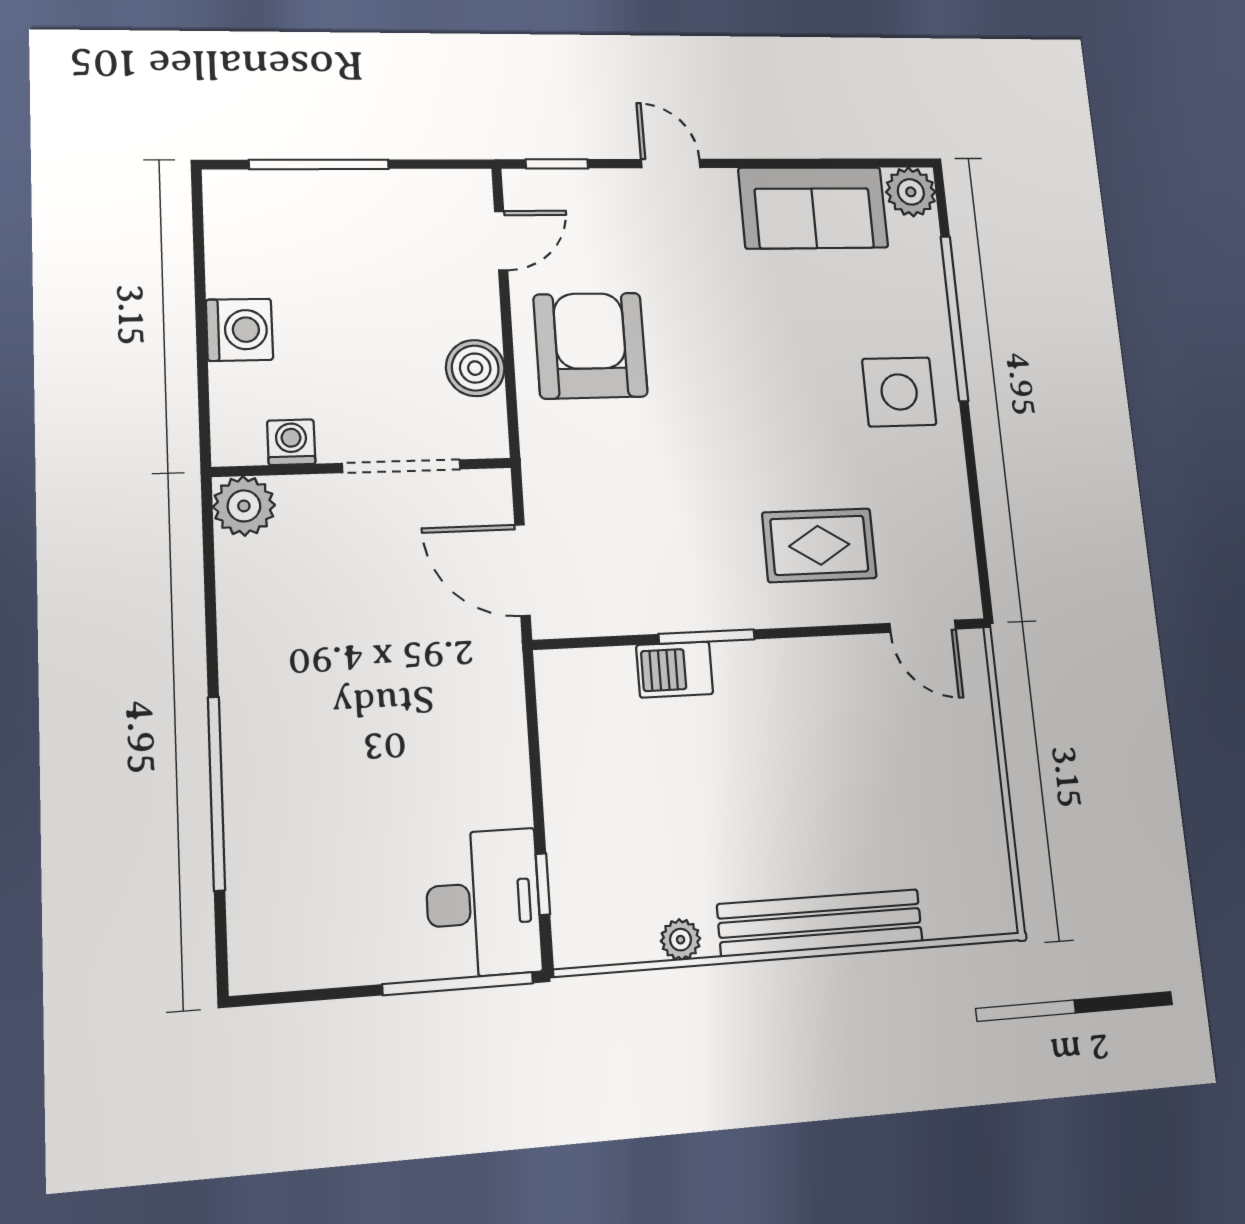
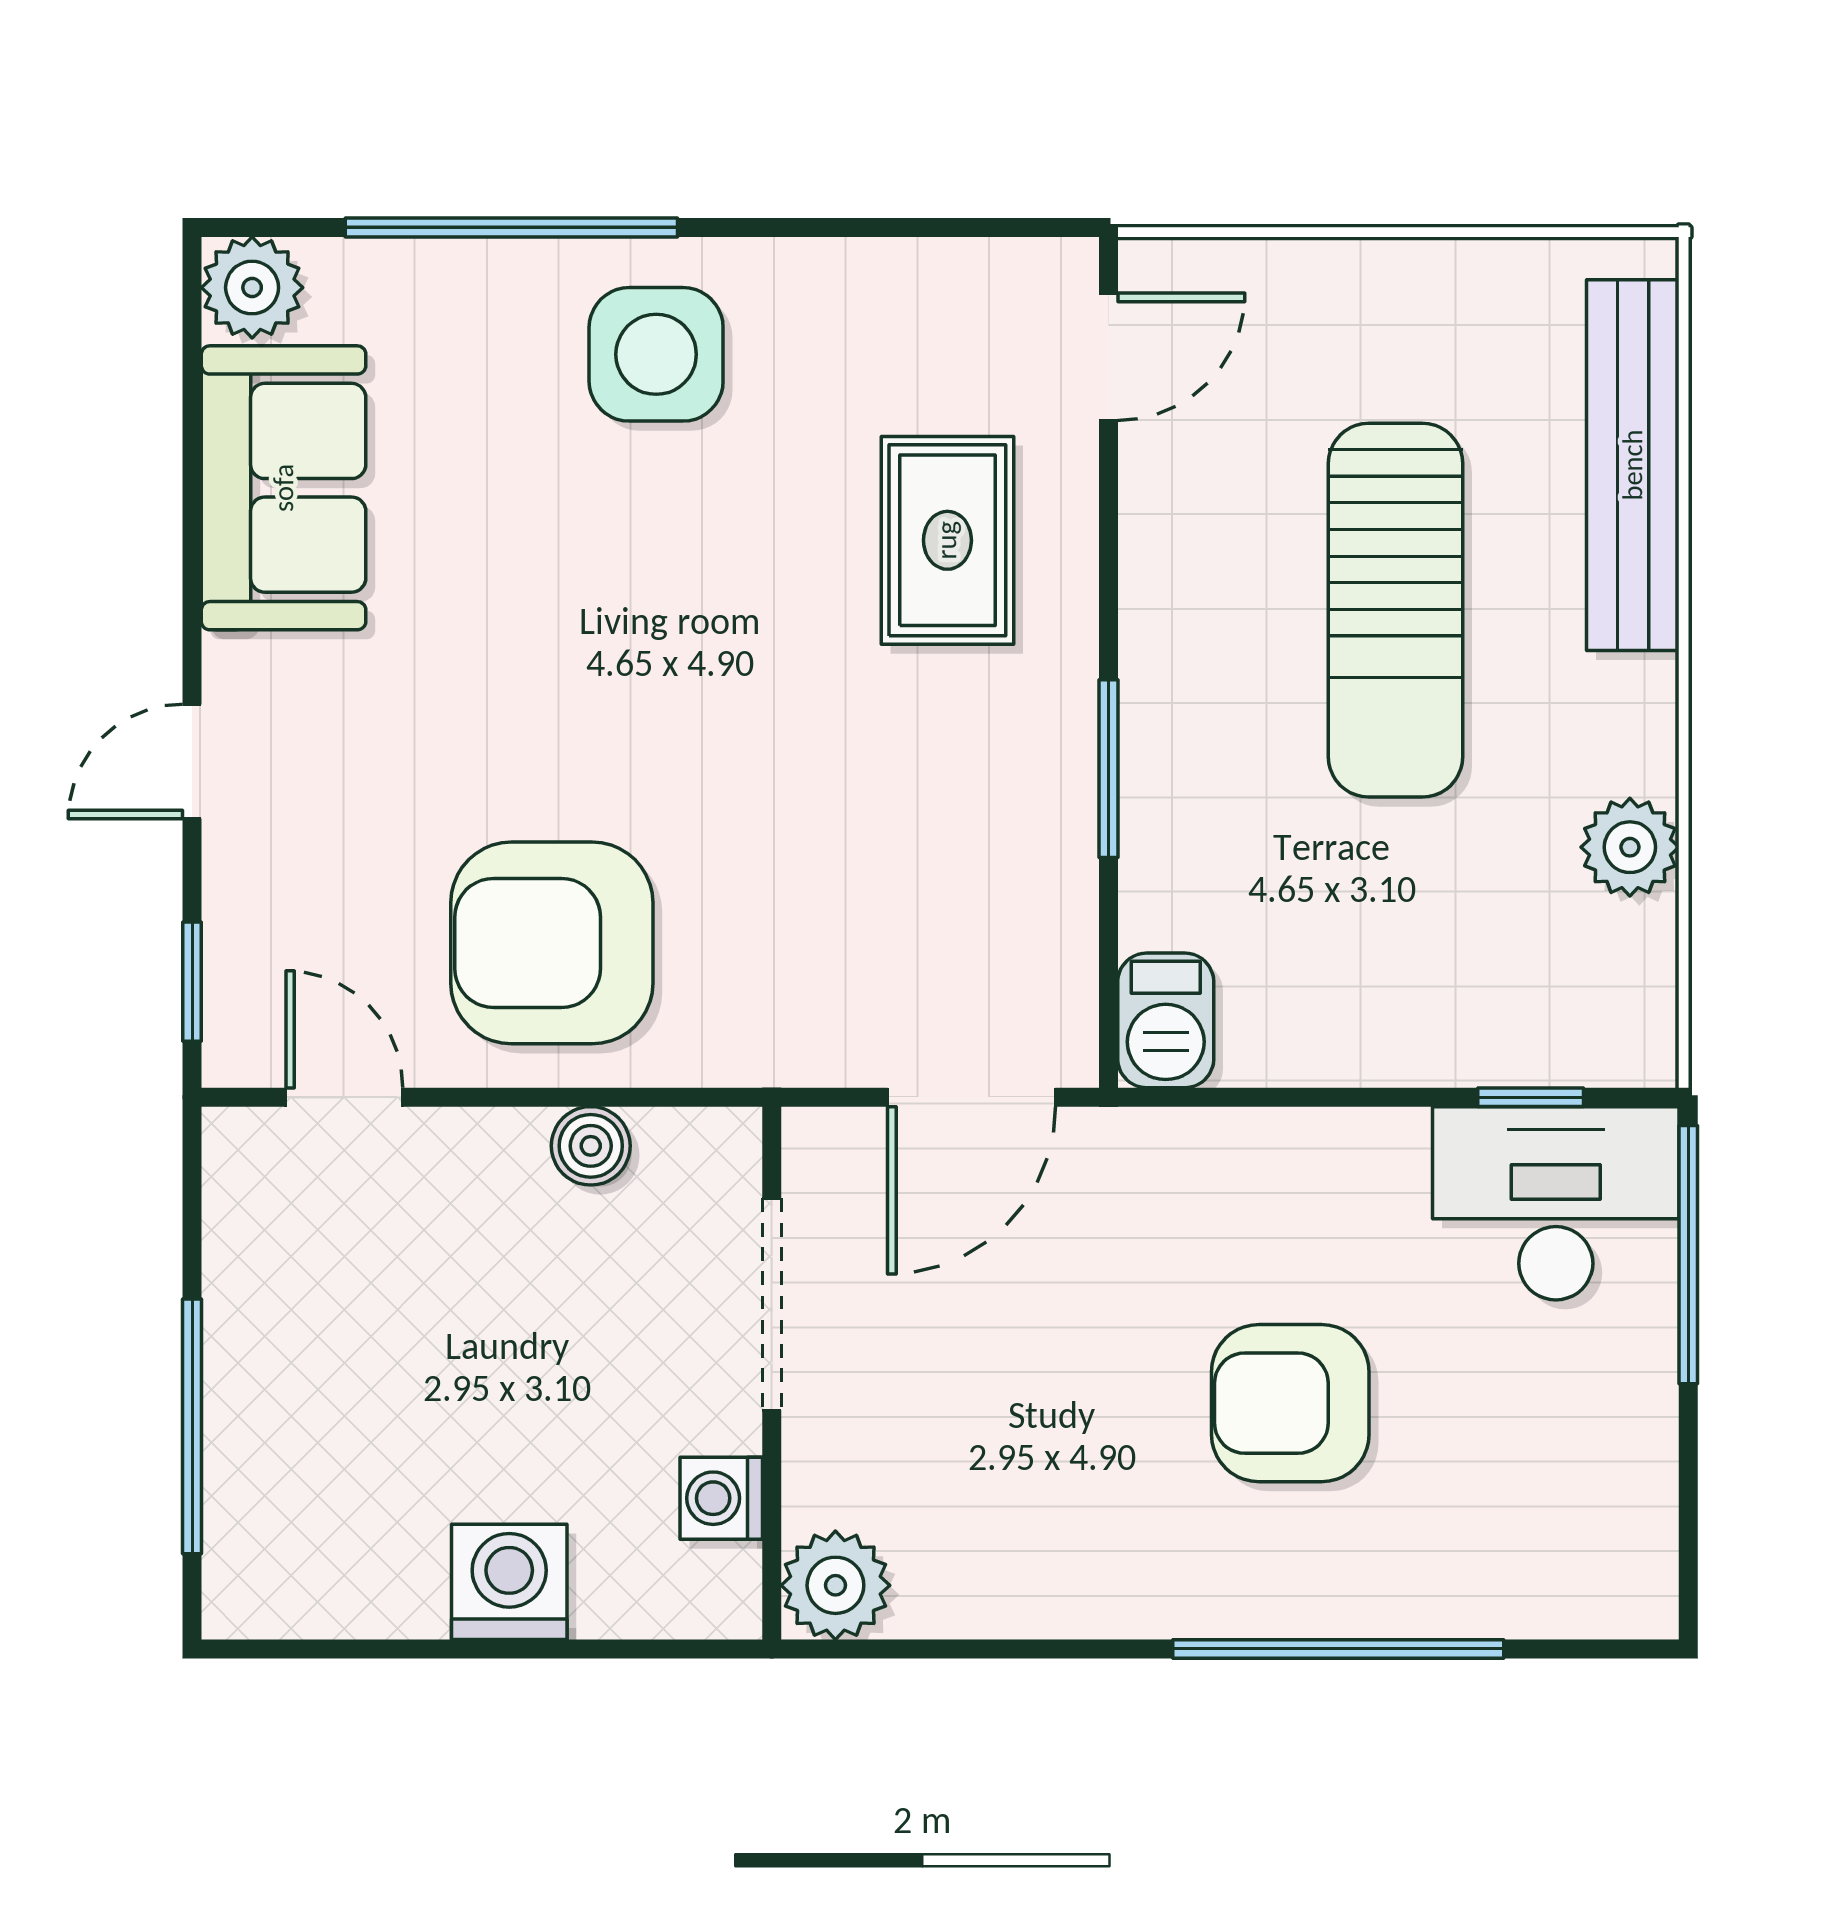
boiler: (475, 368) -> (591, 1146), width x0.73, depth x0.73
barbecue: (675, 670) -> (1166, 1020), moved
armchair: (360, 757) -> (1290, 1403), added
sun lounger: (805, 789) -> (1396, 610), added
bench: (820, 923) -> (1633, 465), moved
plant: (681, 940) -> (1630, 847), width x1.38, depth x1.38

